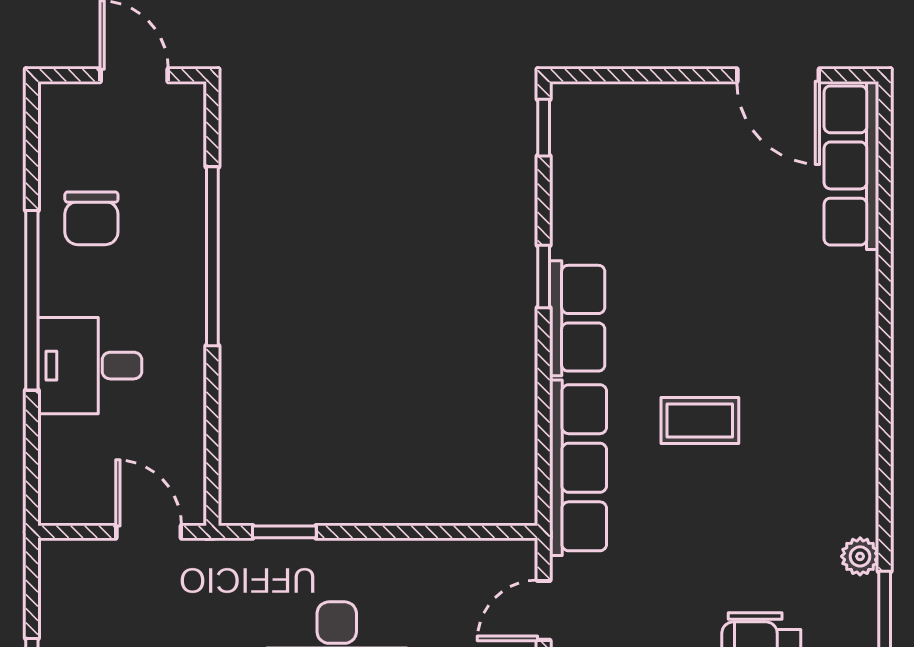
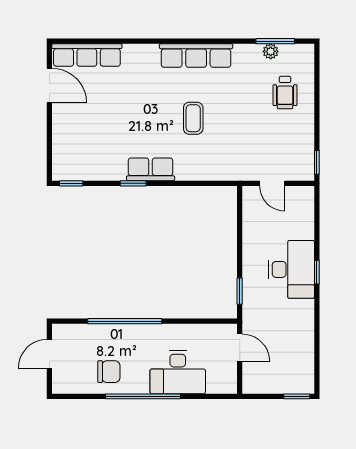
door: (778, 75) -> (49, 86), hinge flipped
desk: (90, 366) -> (178, 372), width x1.37
row of seats: (578, 468) -> (196, 56), moved, turned 180
door: (149, 532) -> (240, 348), swing flipped
plant: (860, 556) -> (271, 51), moved

